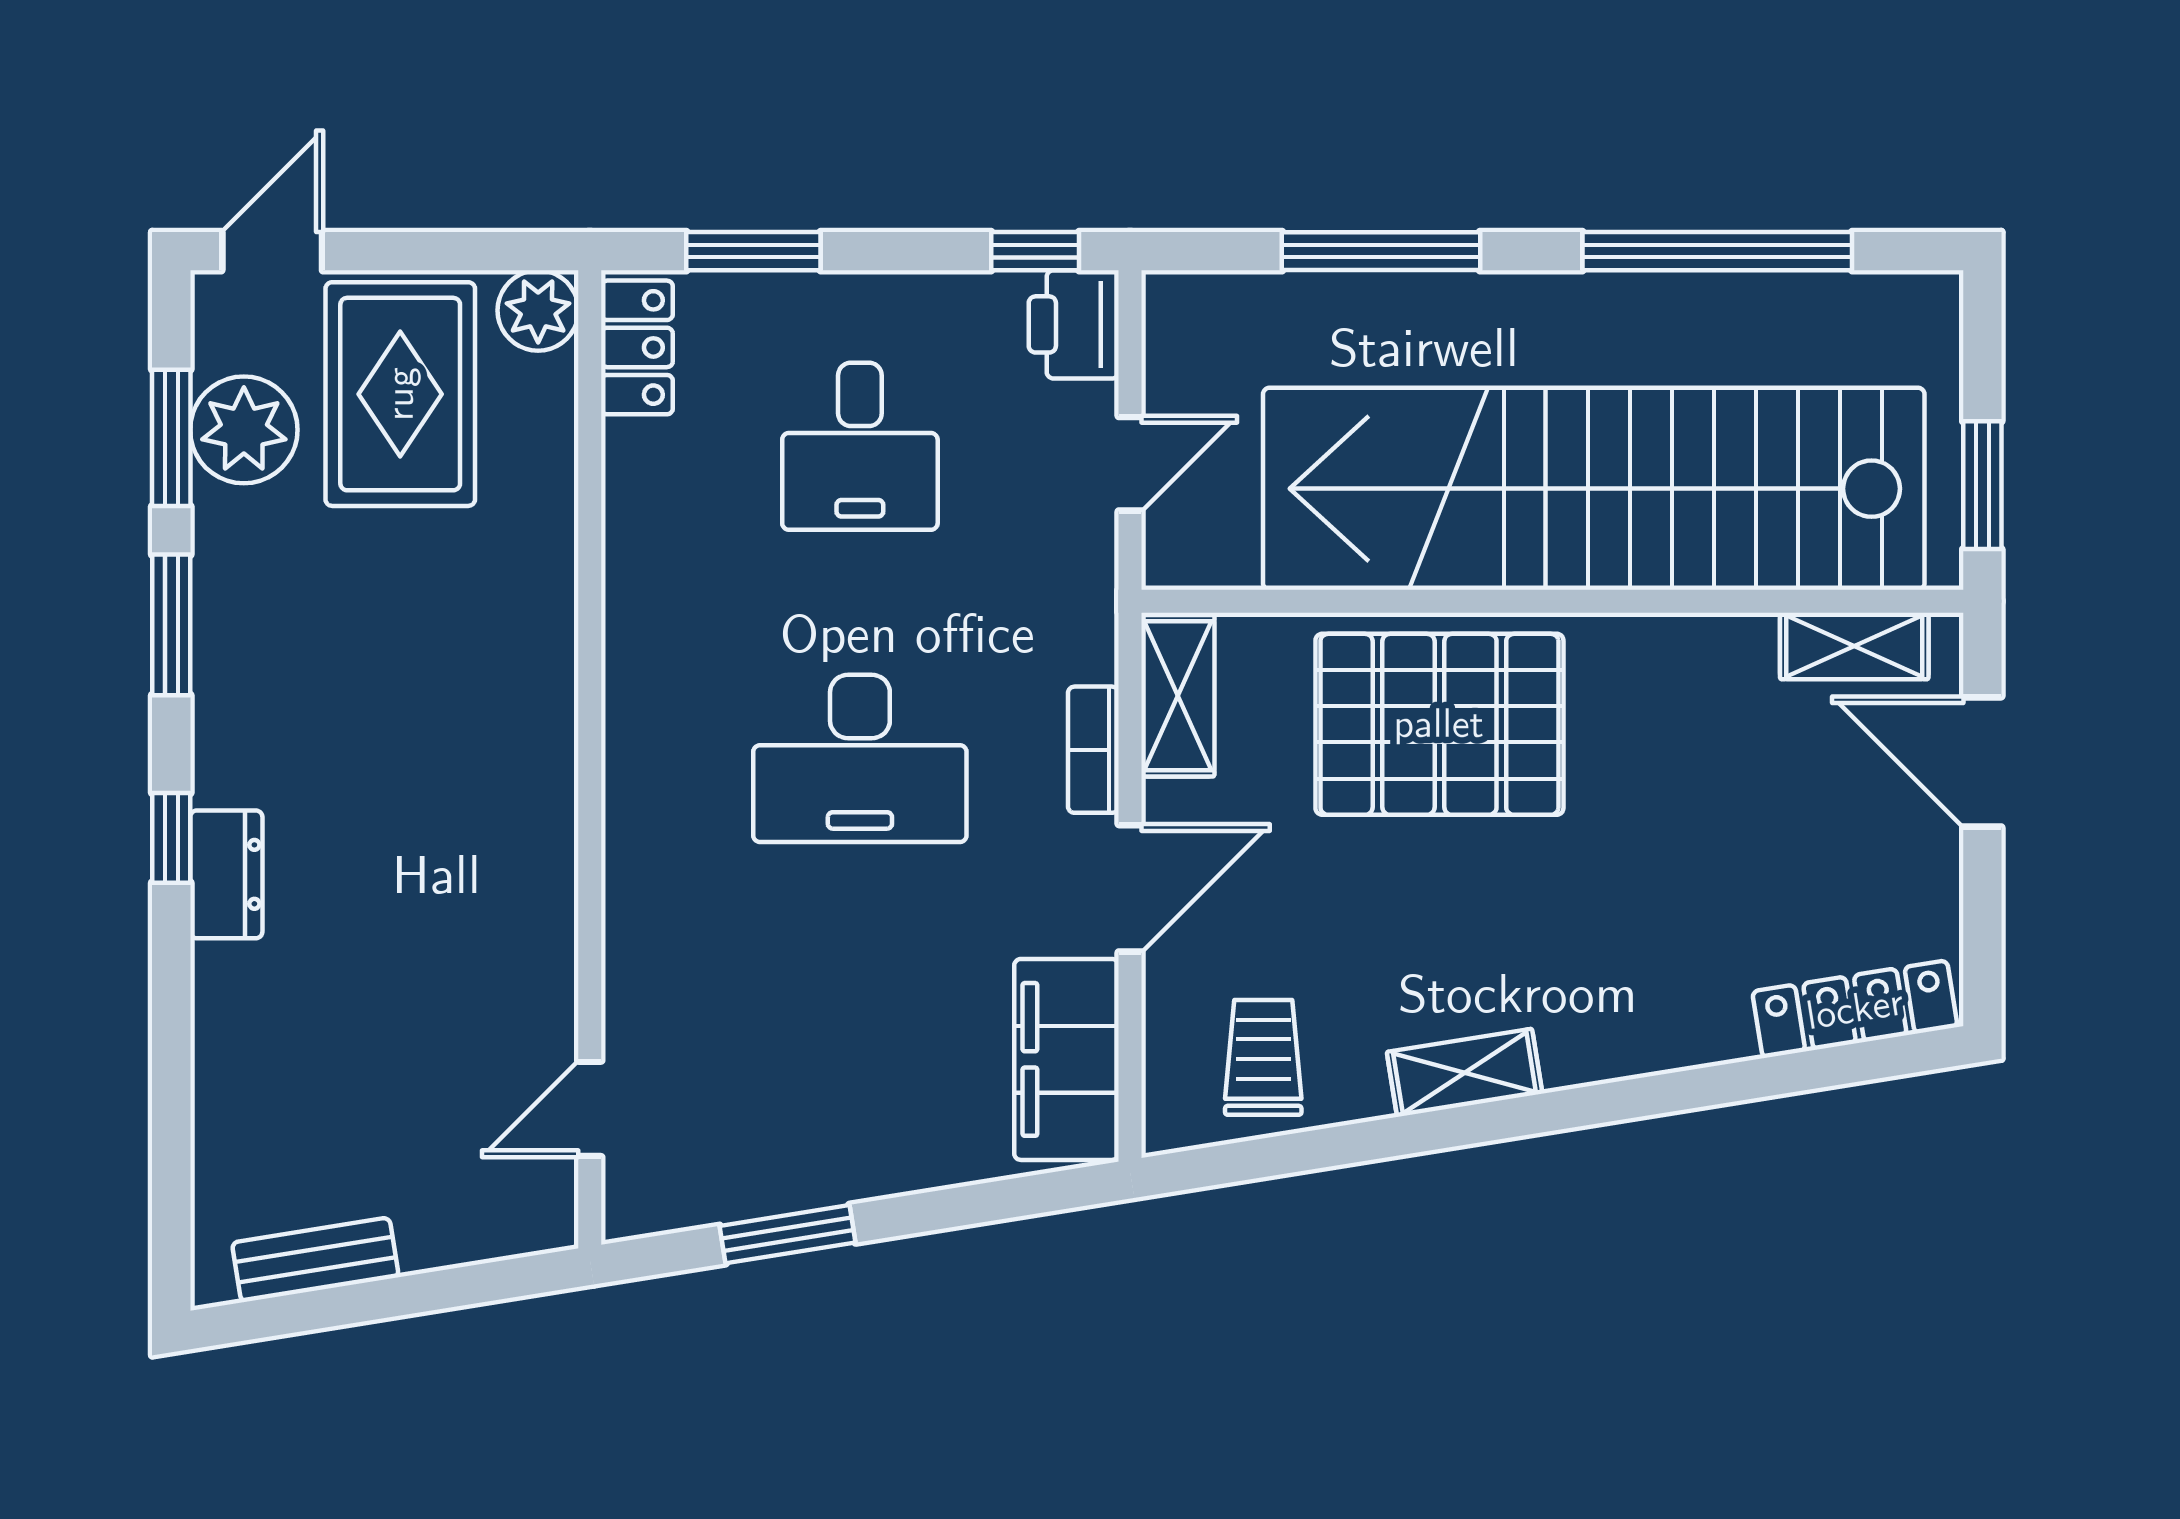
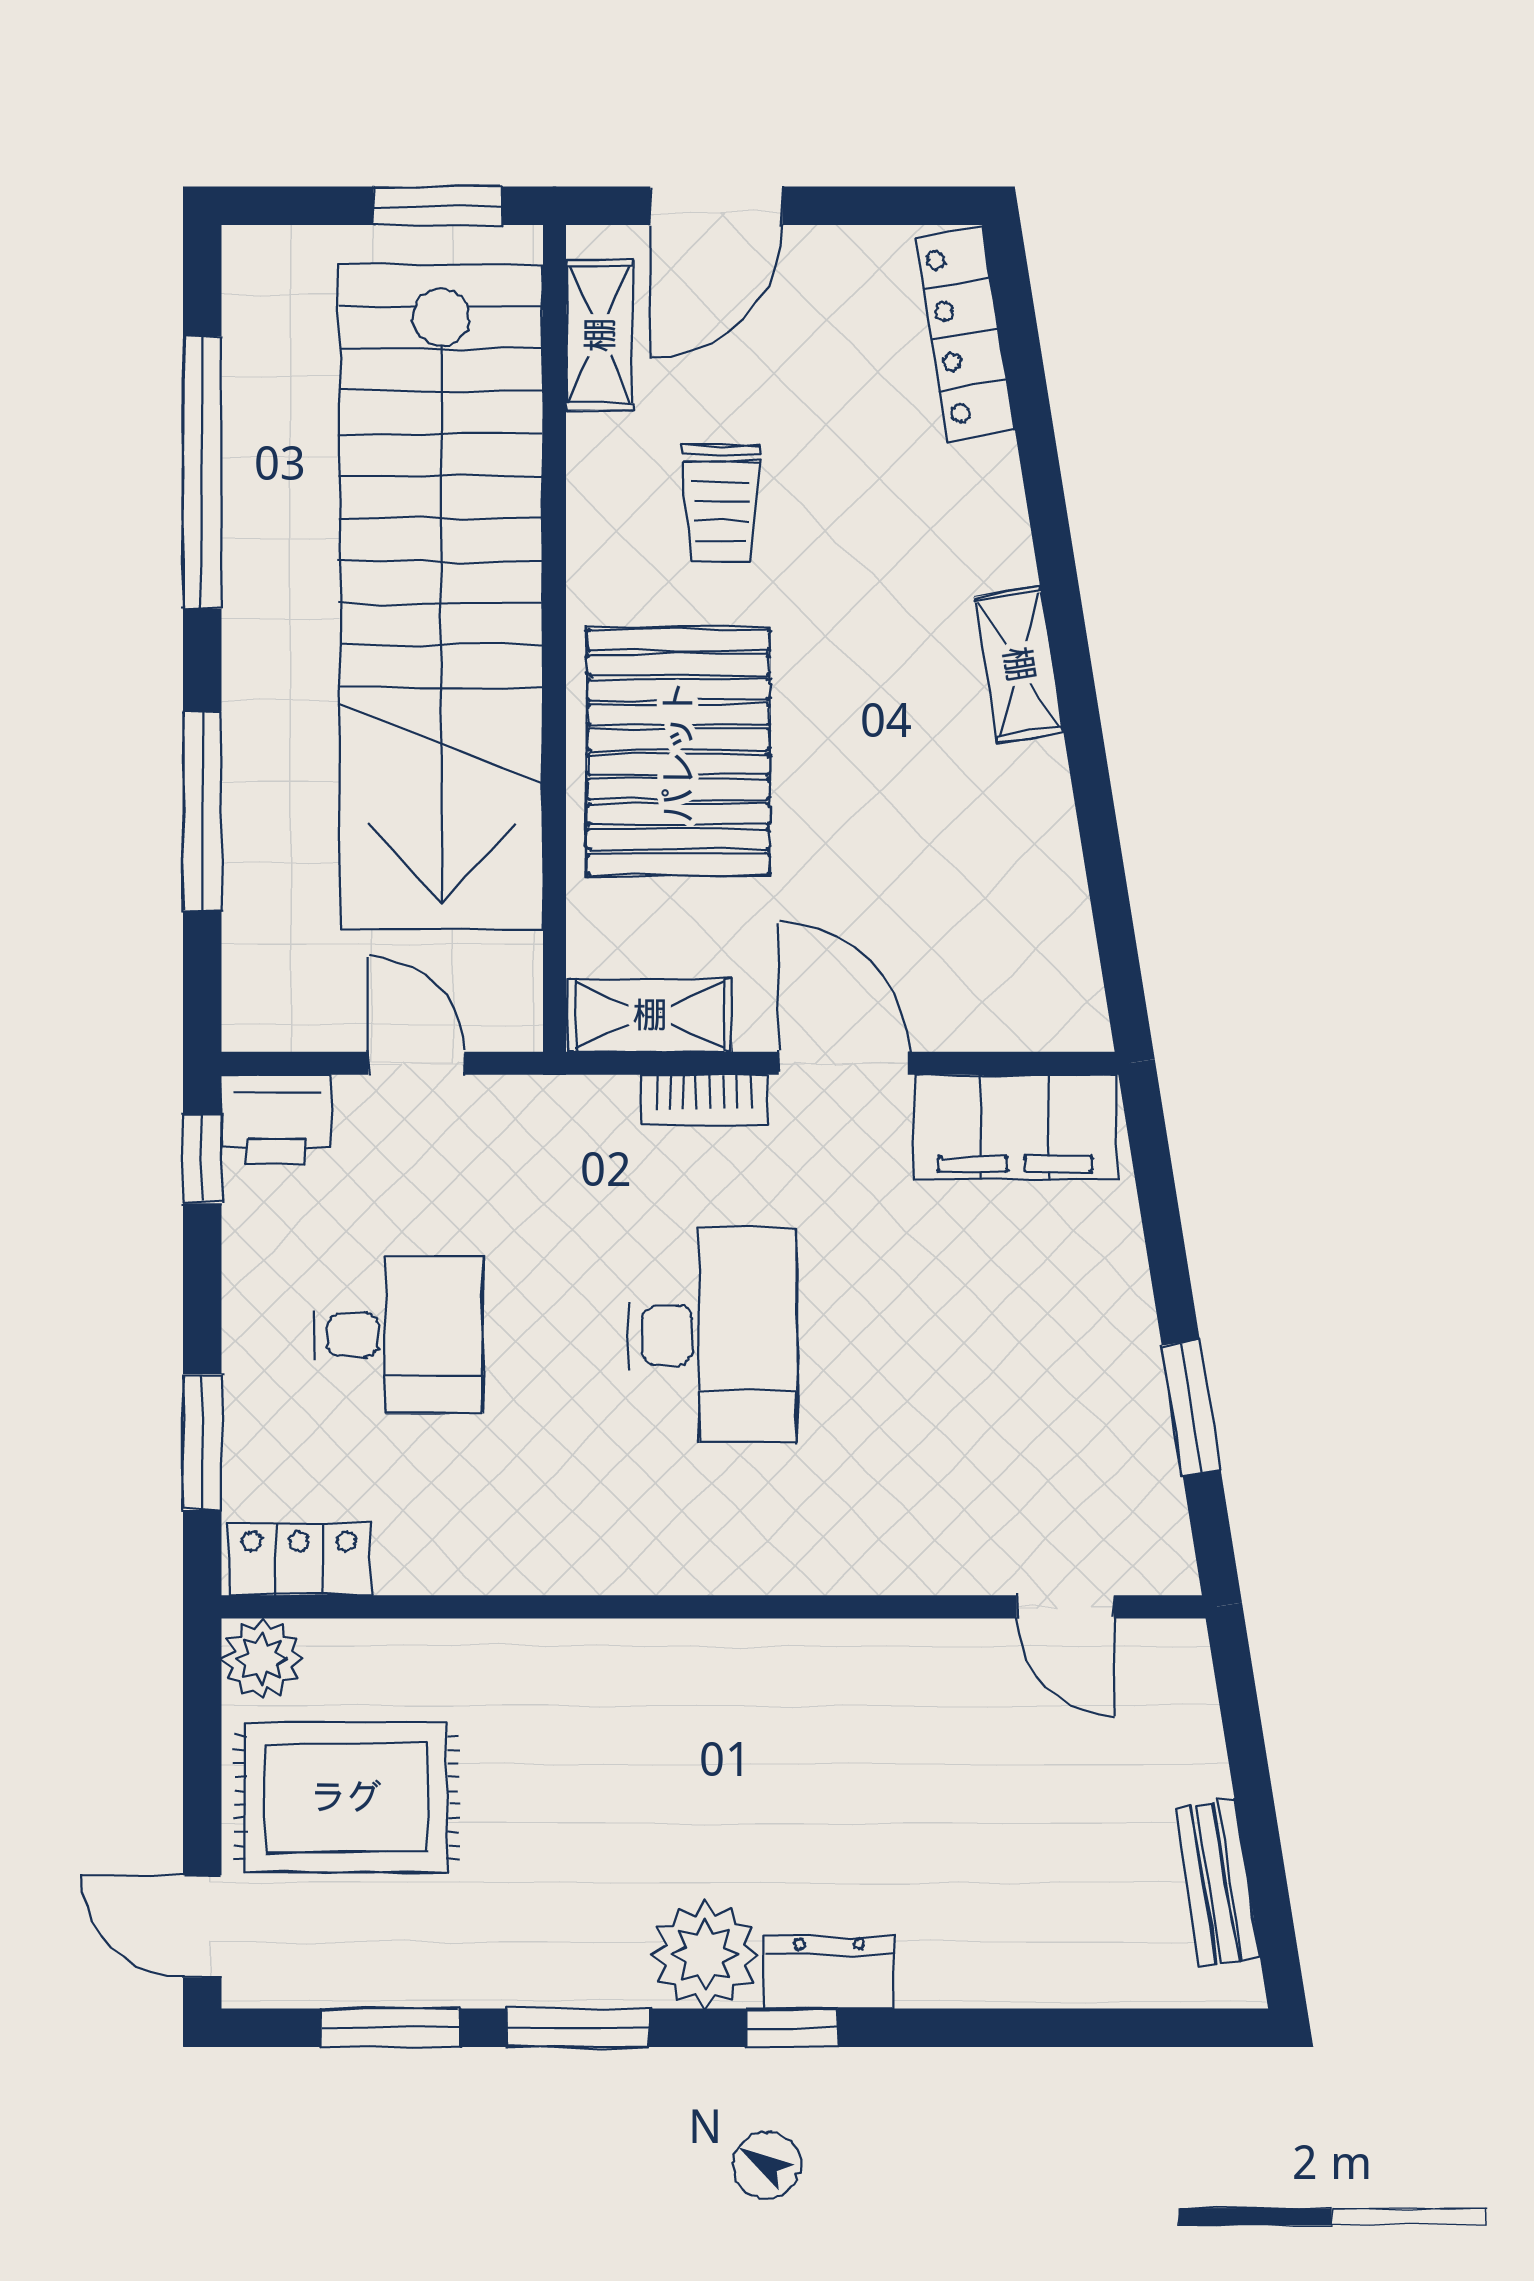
plant: (244, 430) -> (705, 1955), moved
trolley: (1263, 1057) -> (721, 503), moved, turned -90
shelving: (1465, 1073) -> (1019, 664), moved

